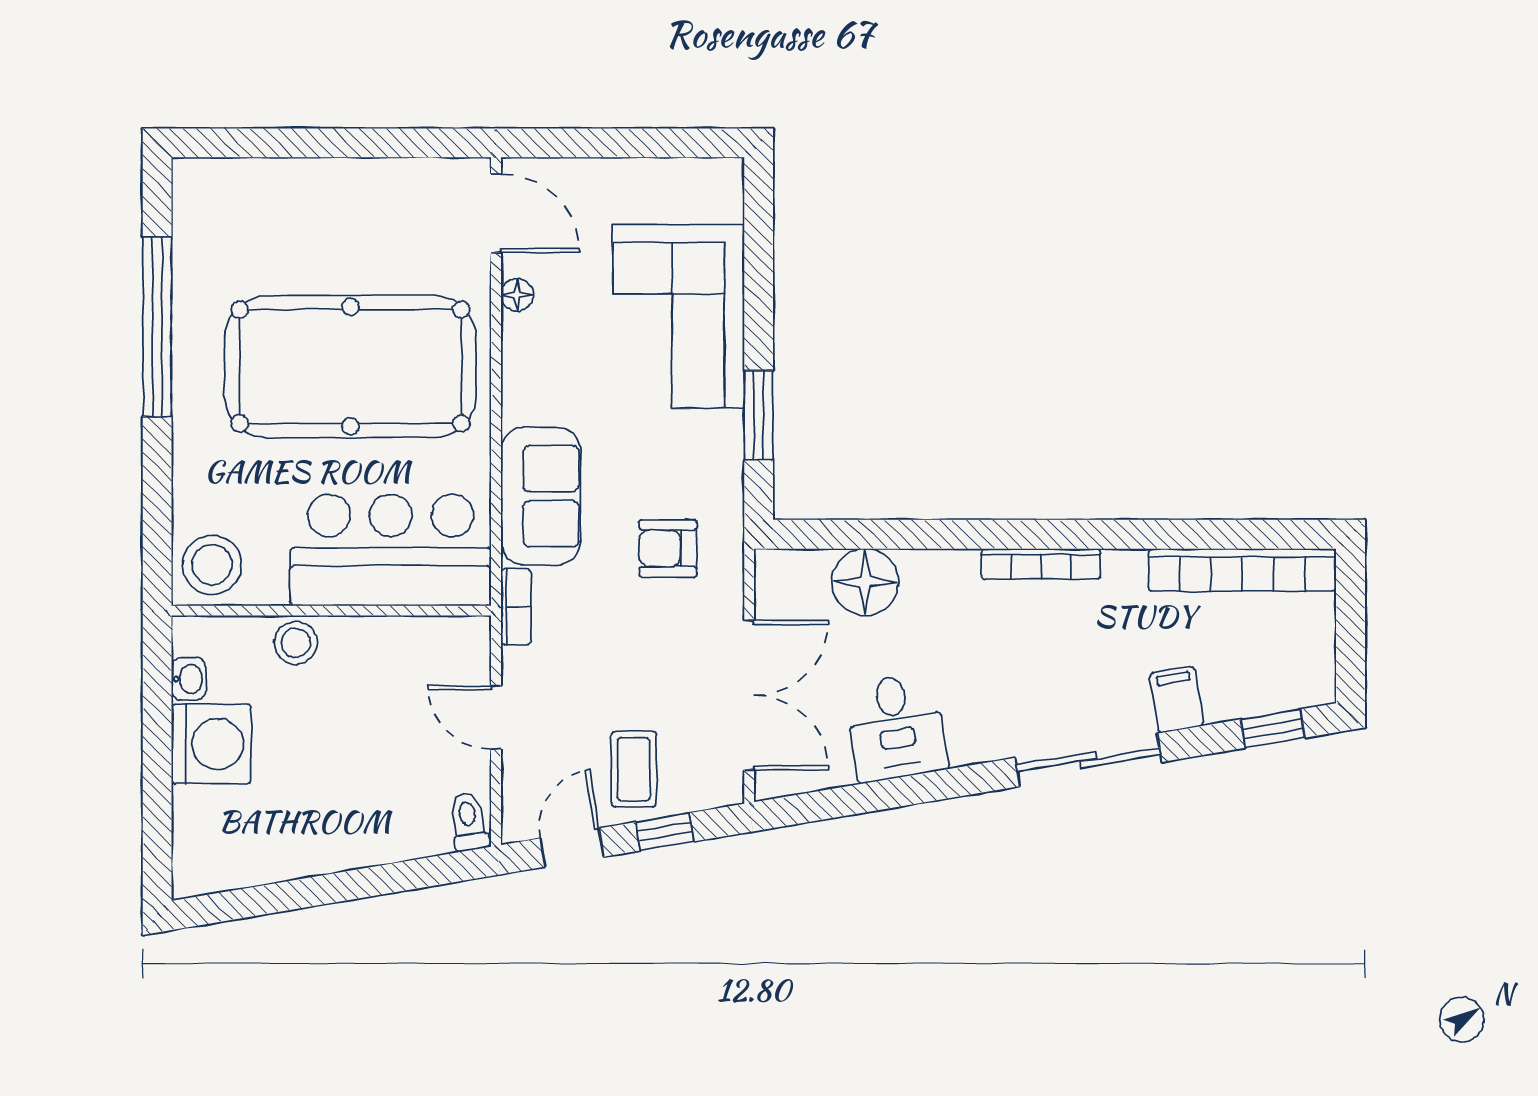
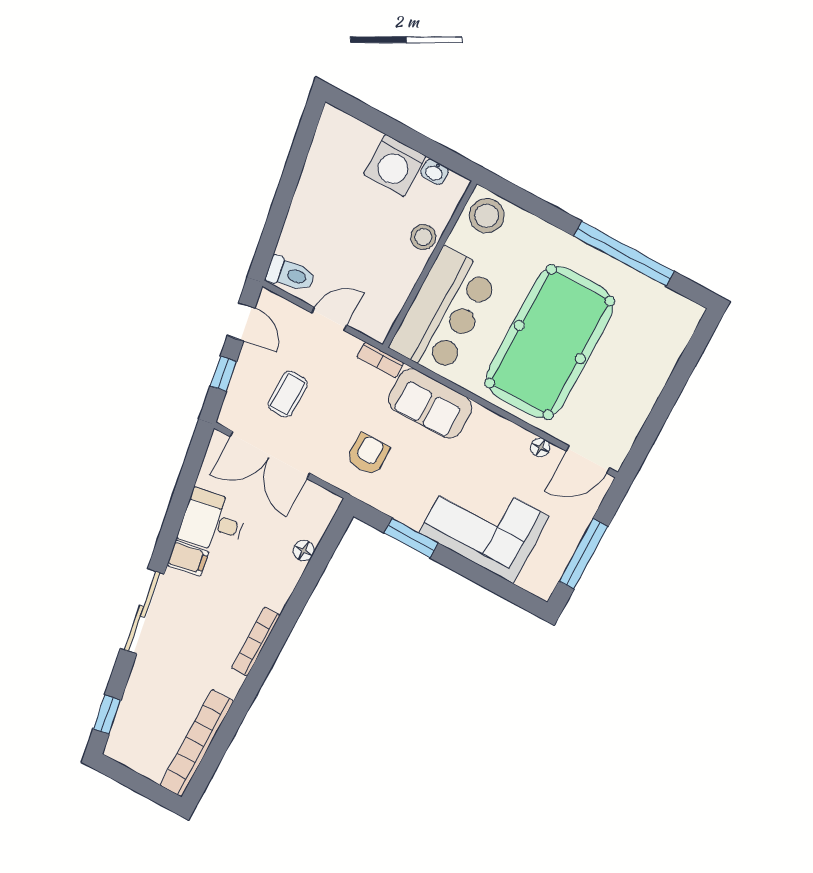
window: (642, 143) -> (583, 554), added
floor lamp: (865, 582) -> (304, 551), width x0.53, depth x0.53
filing cabinet: (1177, 700) -> (188, 558), moved
coffee table: (634, 769) -> (288, 394), moved, turned 90
toilet: (469, 822) -> (291, 274), width x1.37, depth x1.39

